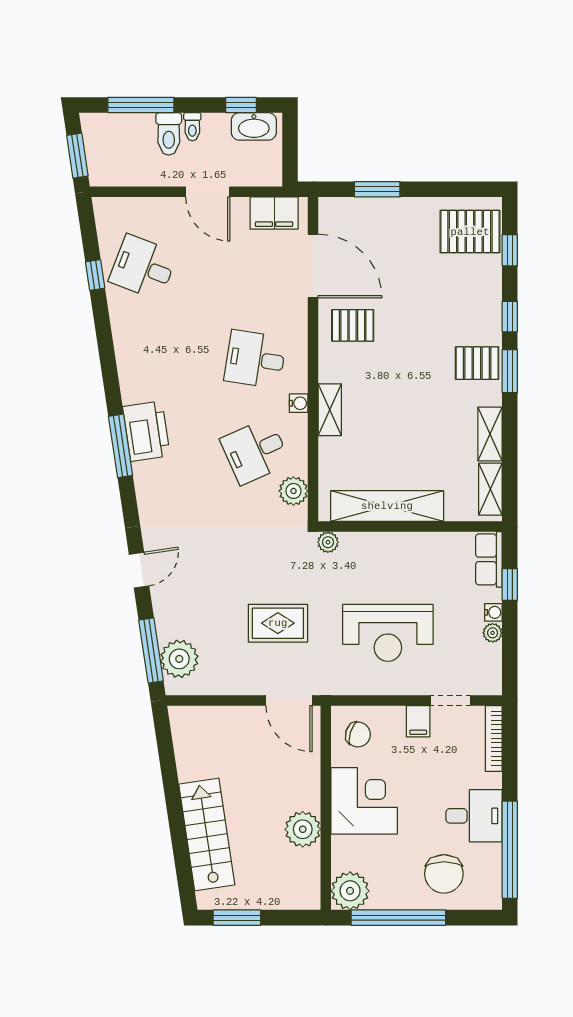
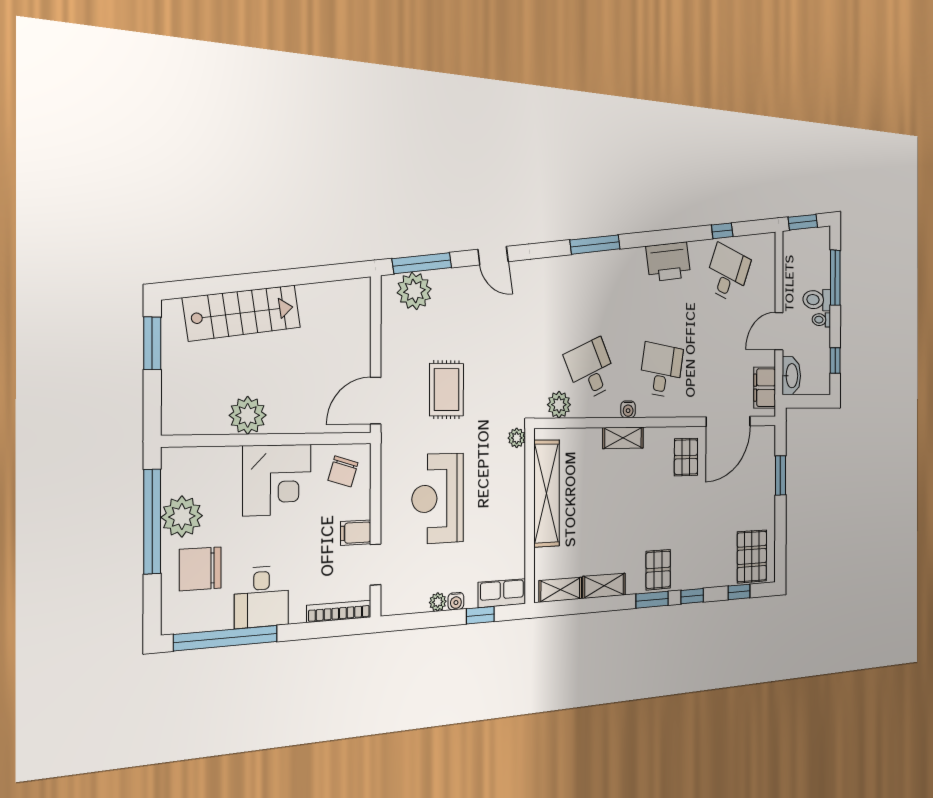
washbasin: (254, 126) -> (791, 376), moved, turned 180
printer: (146, 431) -> (668, 262), moved
plant: (350, 891) -> (182, 517), moved

